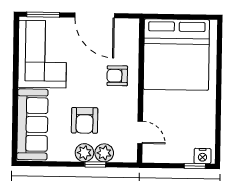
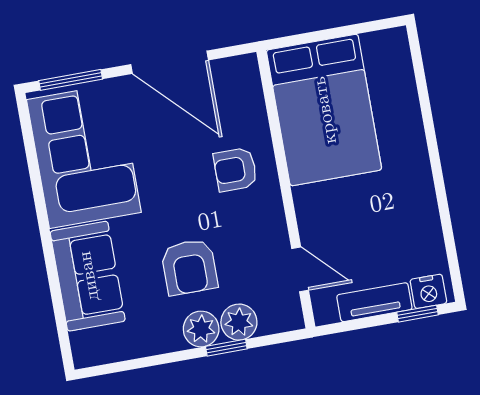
bed: (176, 55) -> (324, 110), width x0.73
sofa: (32, 124) -> (88, 276), width x0.73
tv unit: (174, 156) -> (374, 302), added

